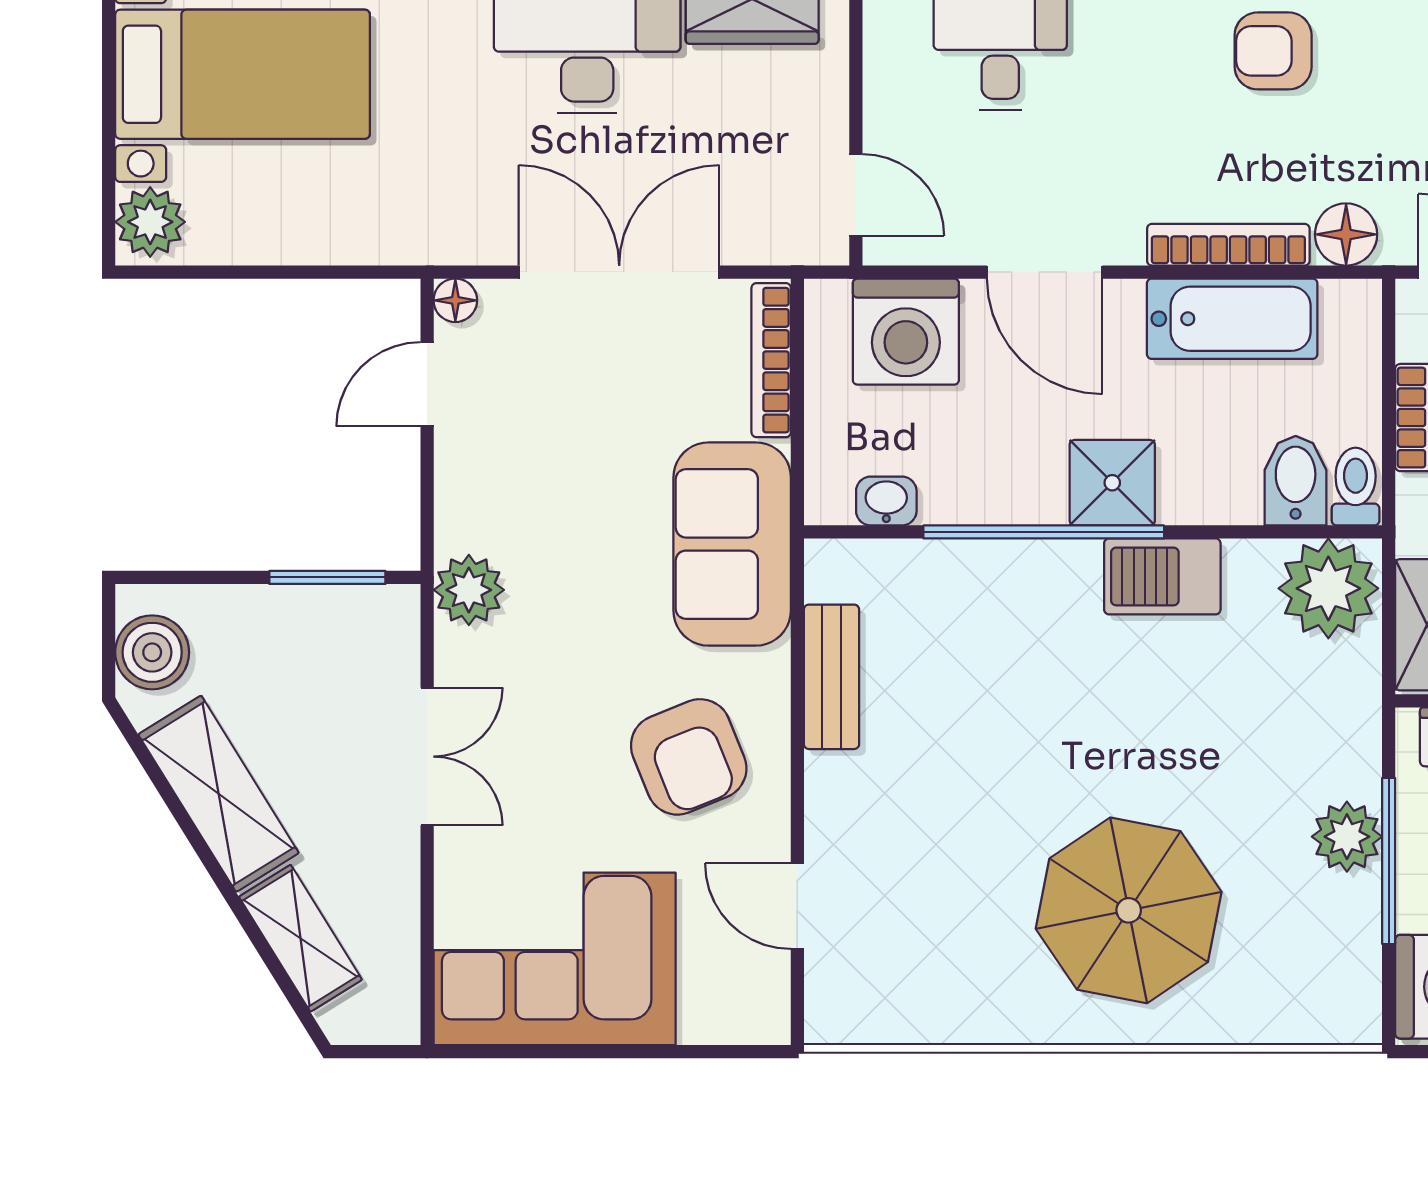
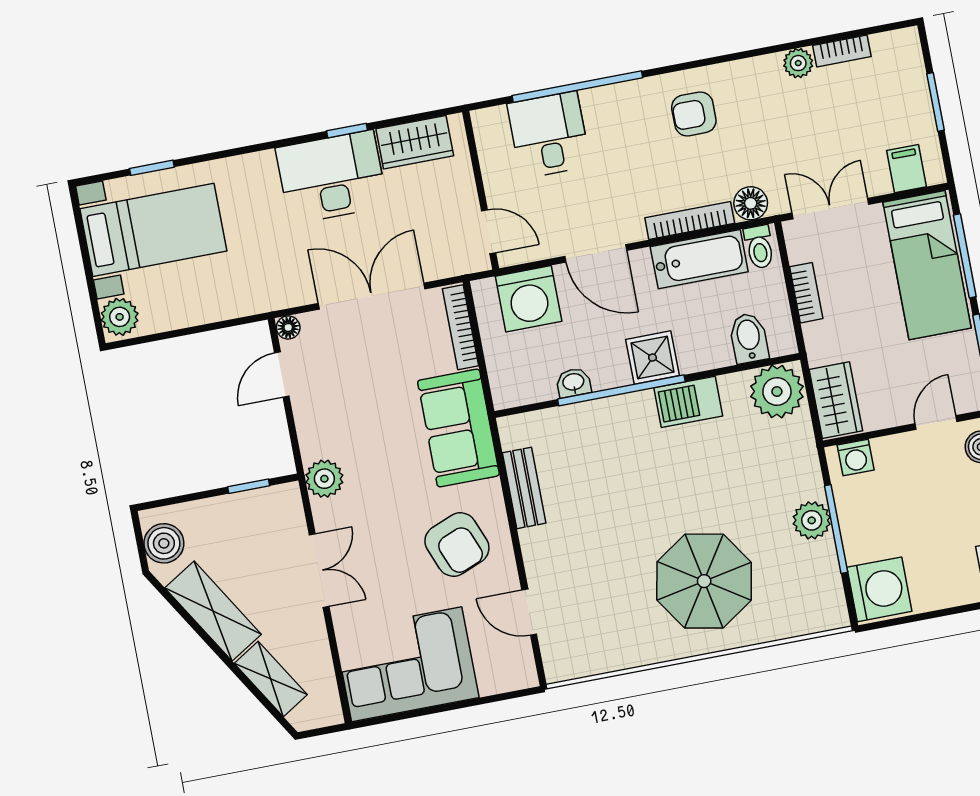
toilet: (1356, 487) -> (759, 247), moved, turned 180
washbasin: (886, 501) -> (573, 383), moved
window: (327, 577) -> (249, 486), width x0.67

